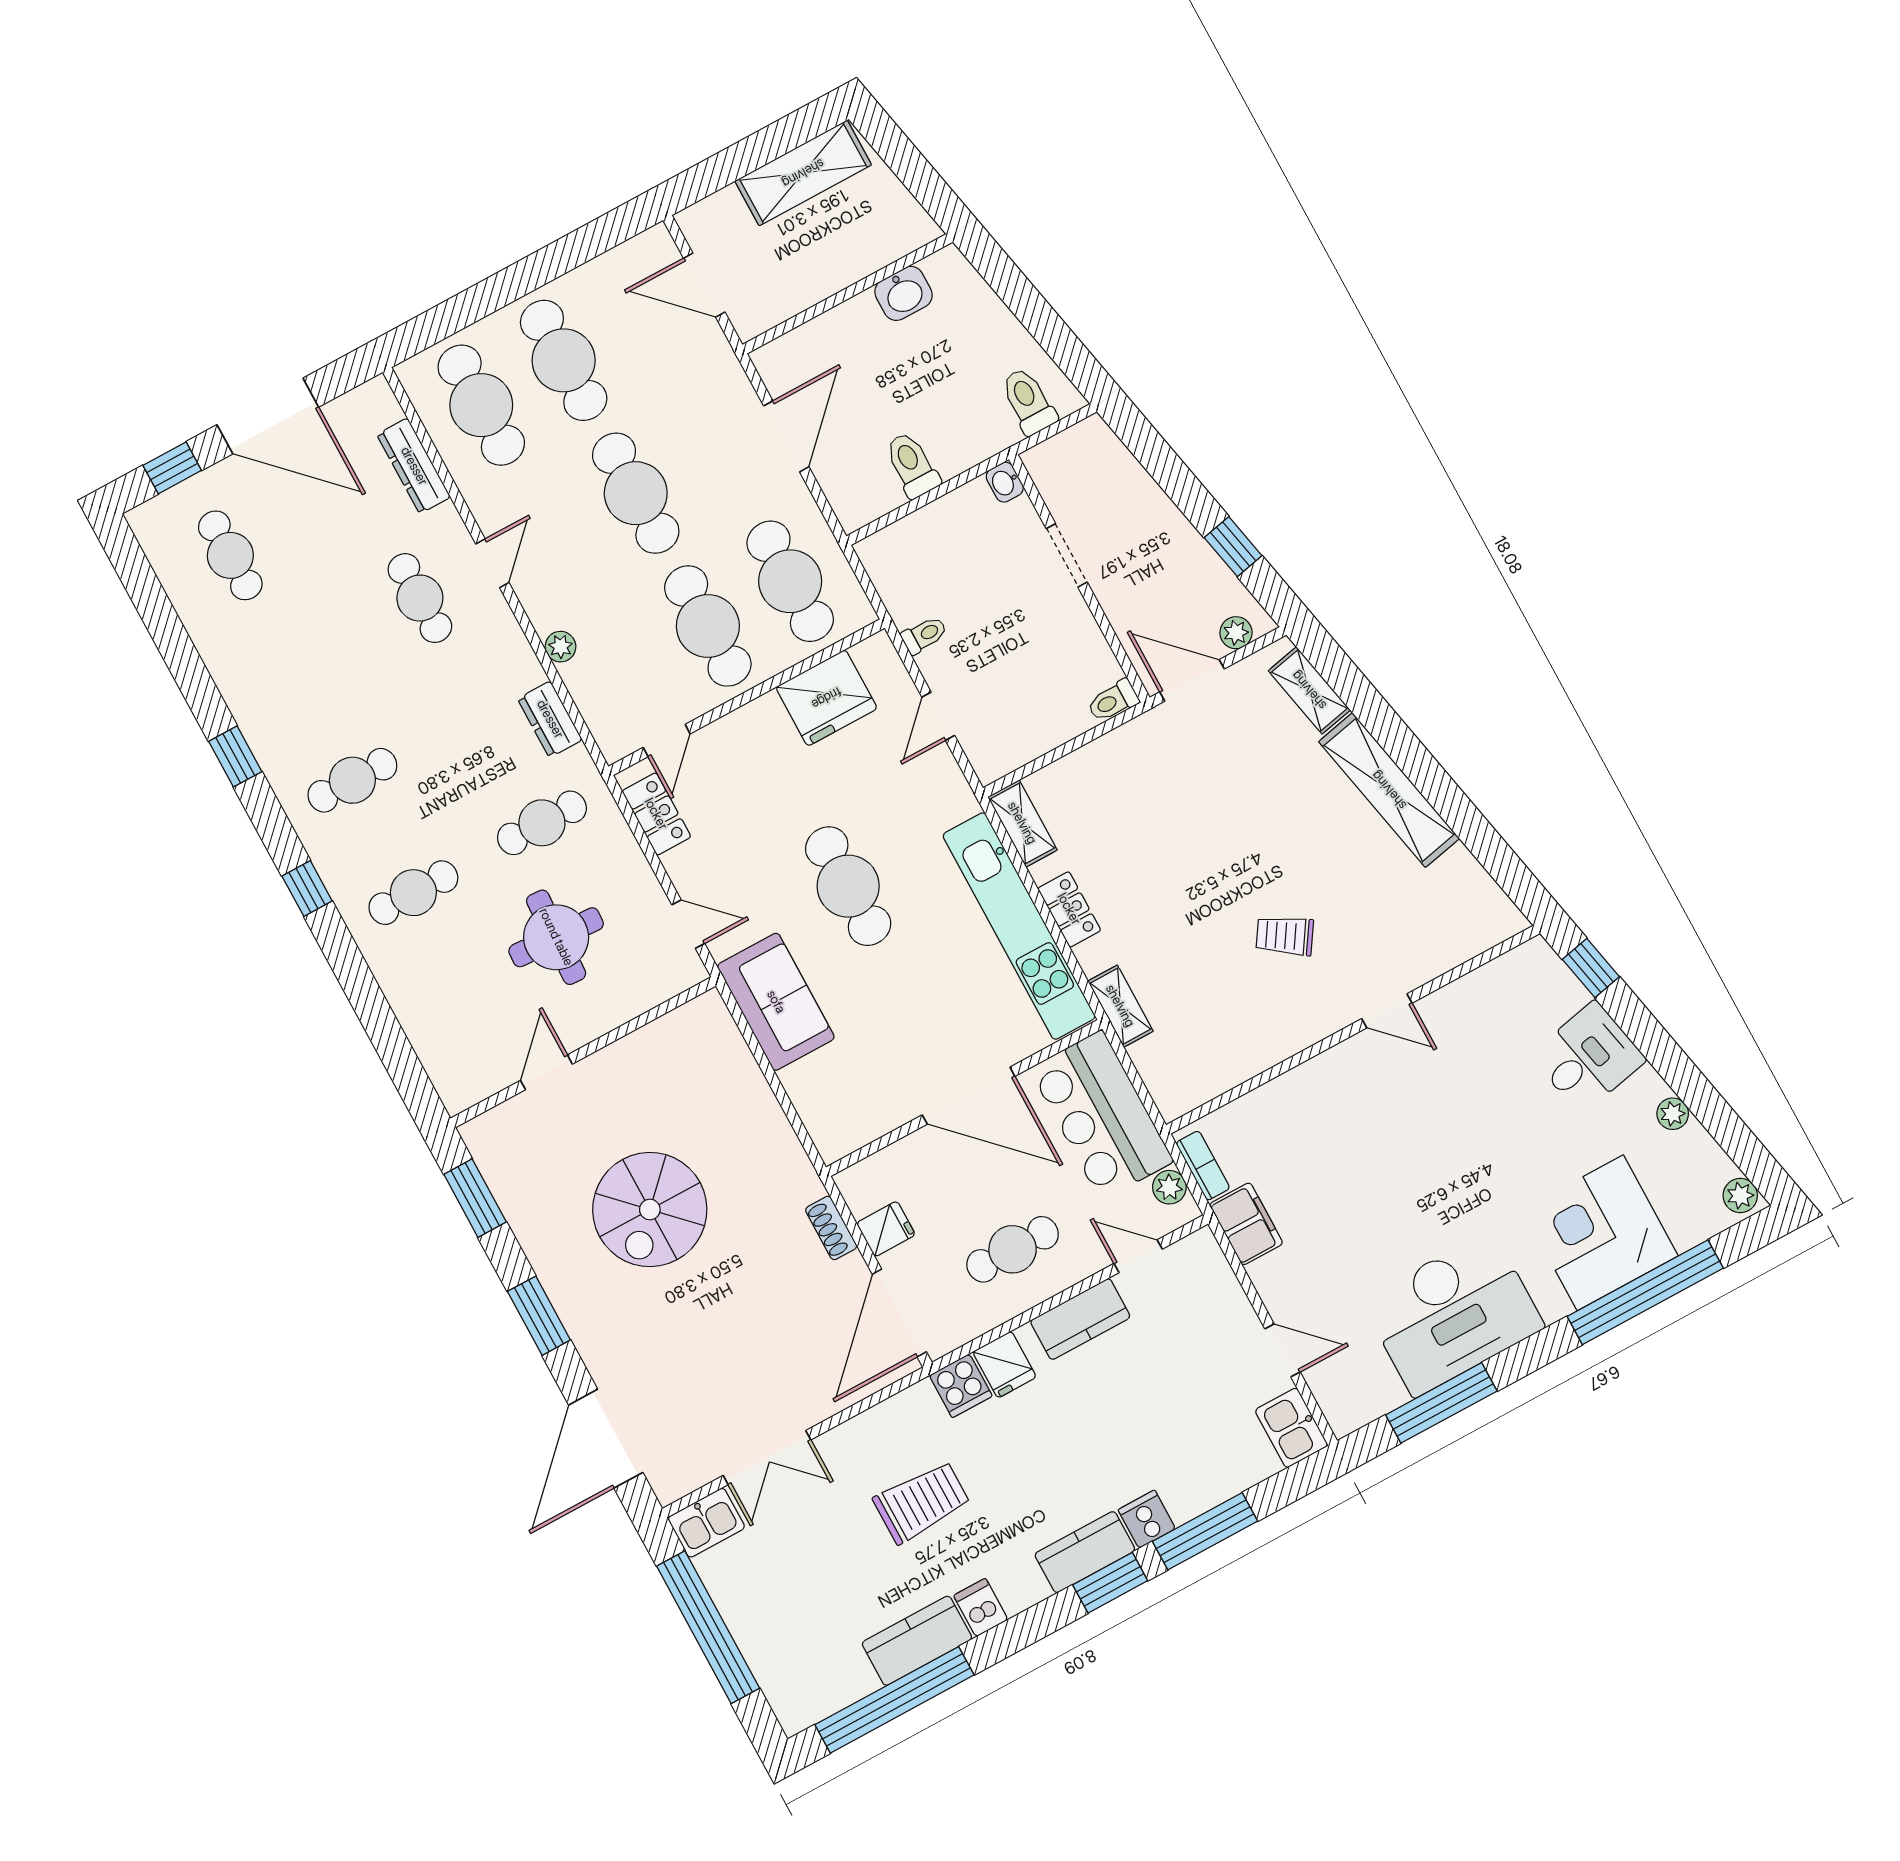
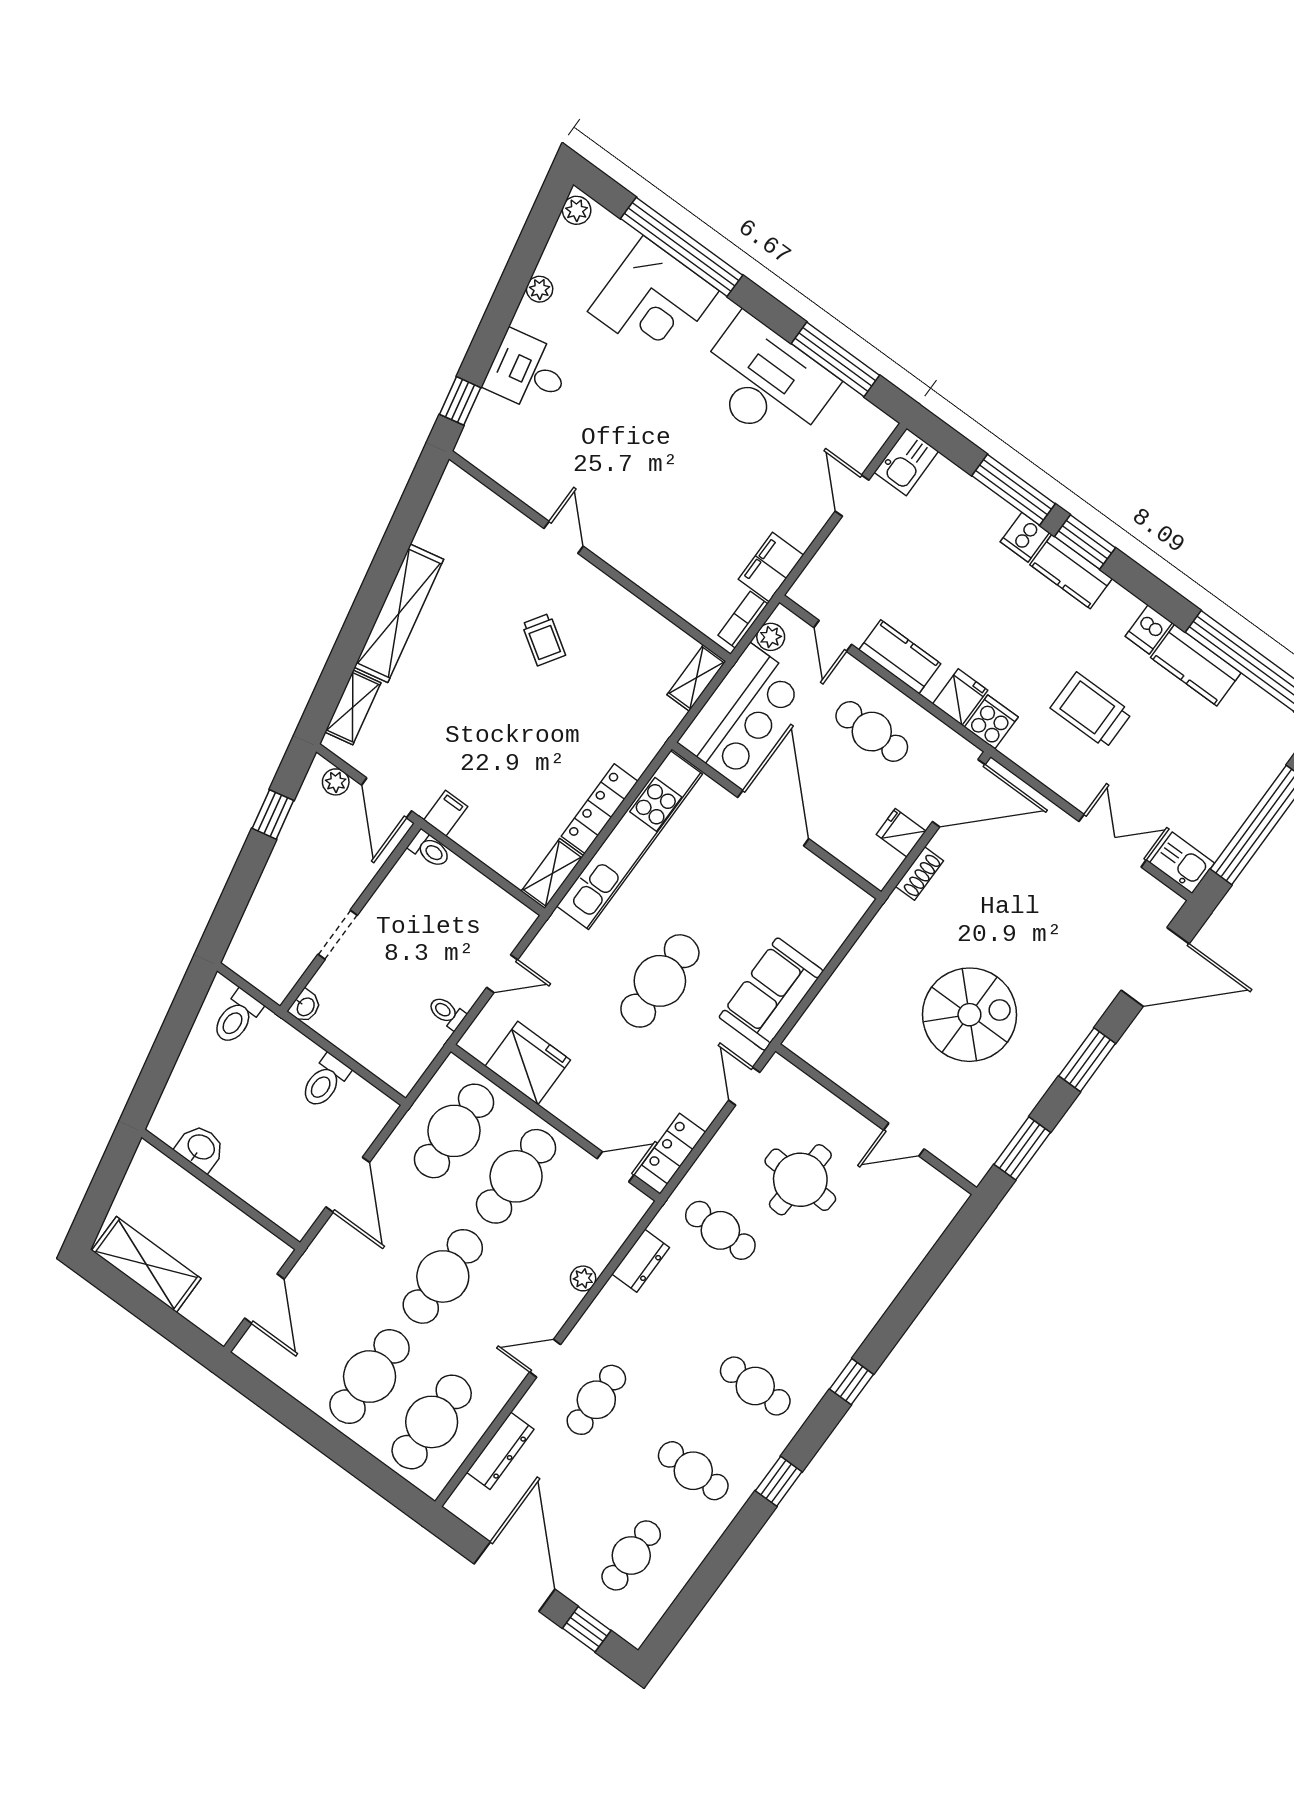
door: (786, 436) -> (348, 1185), swing flipped
filing cabinet: (1144, 737) -> (446, 813), added
cafe table: (413, 893) -> (693, 1471), moved
locker: (1069, 909) -> (600, 809), width x1.53
shelving: (1120, 1006) -> (696, 678), moved

